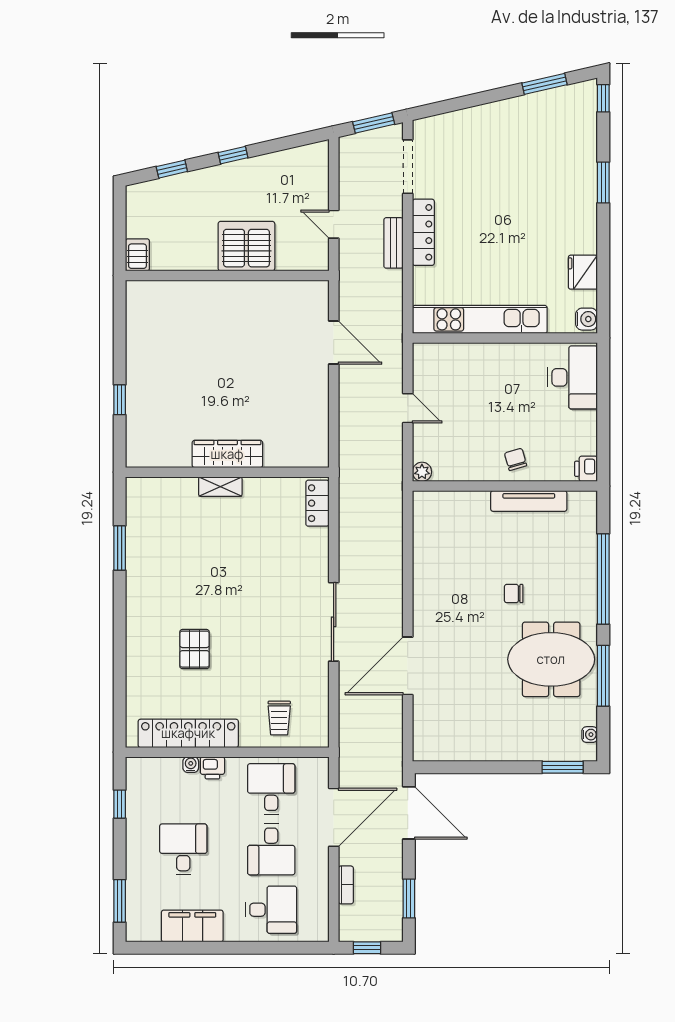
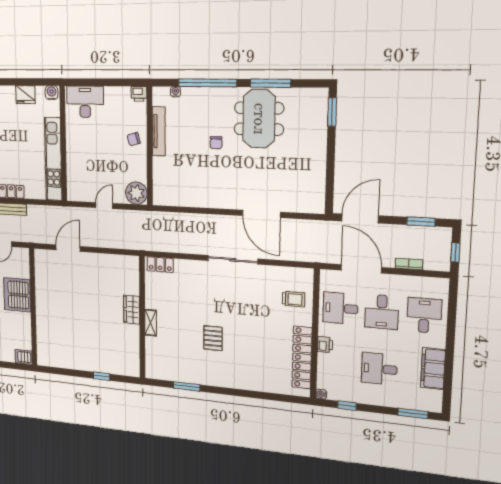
wardrobe: (227, 454) -> (132, 310), width x0.67
plant: (422, 472) -> (136, 193), width x1.88, depth x1.88
pallet: (195, 649) -> (213, 338), moved, turned 90
water cooler: (590, 735) -> (175, 92), moved
water cooler: (191, 765) -> (321, 394), moved
desk: (271, 849) -> (382, 312), turned 90

